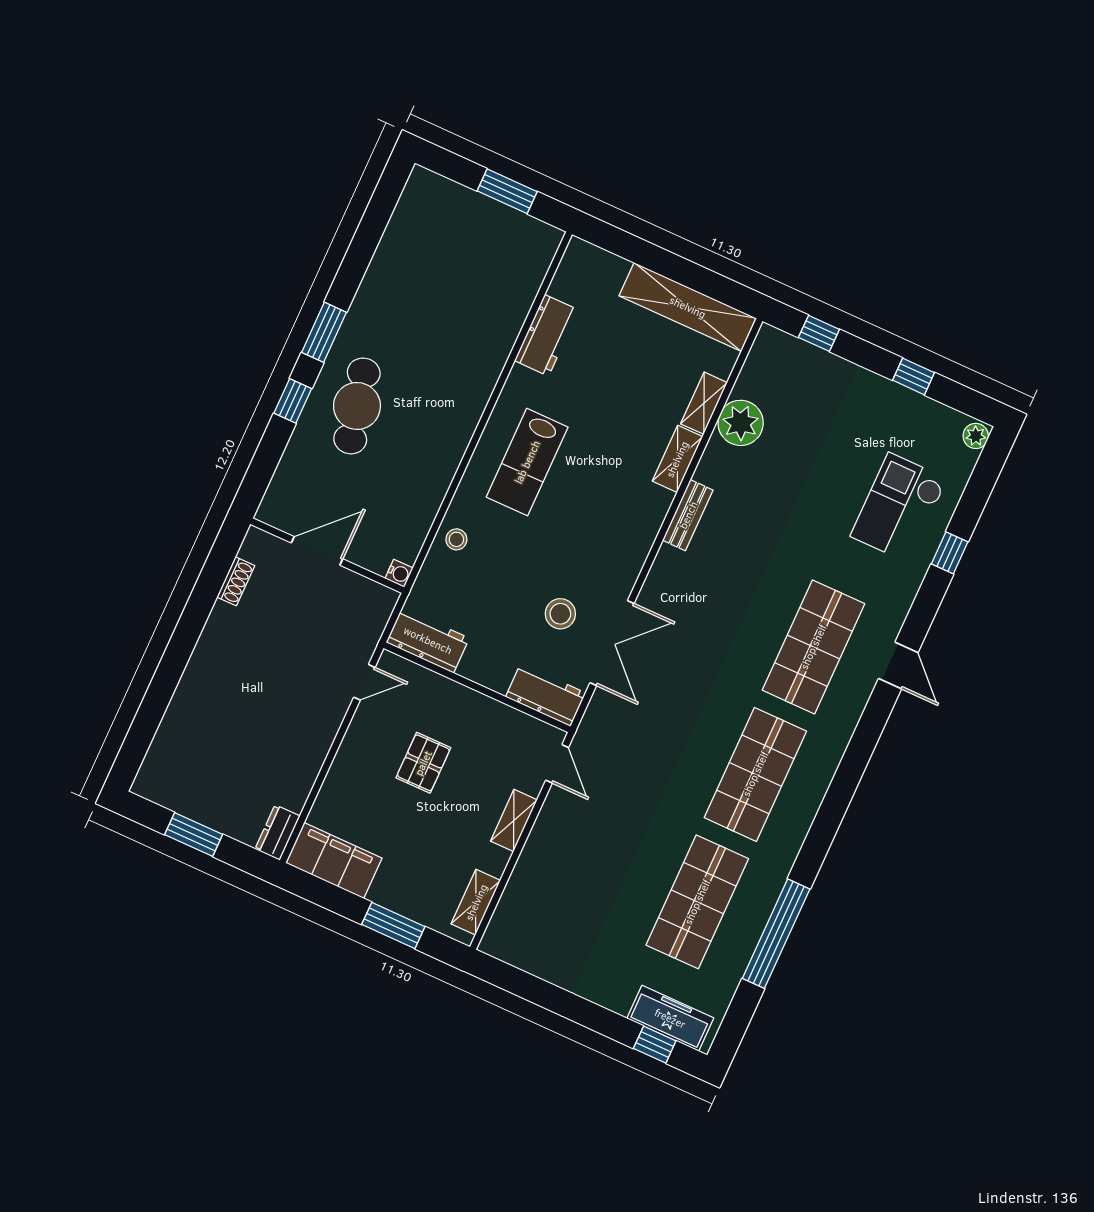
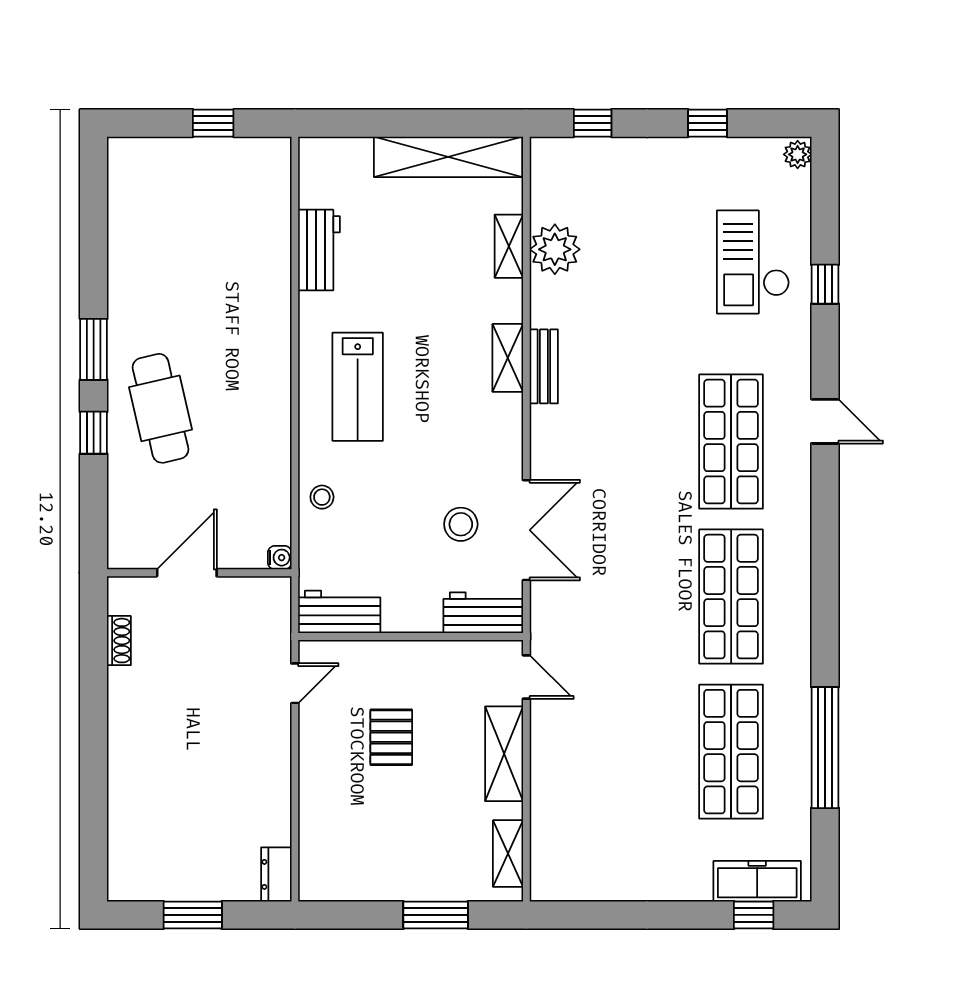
window: (507, 191) -> (213, 123), width x0.67
shelving: (677, 459) -> (508, 358), moved
shelving: (514, 820) -> (504, 754), width x1.50, depth x1.33
filing cabinet: (334, 861) -> (346, 877), removed

